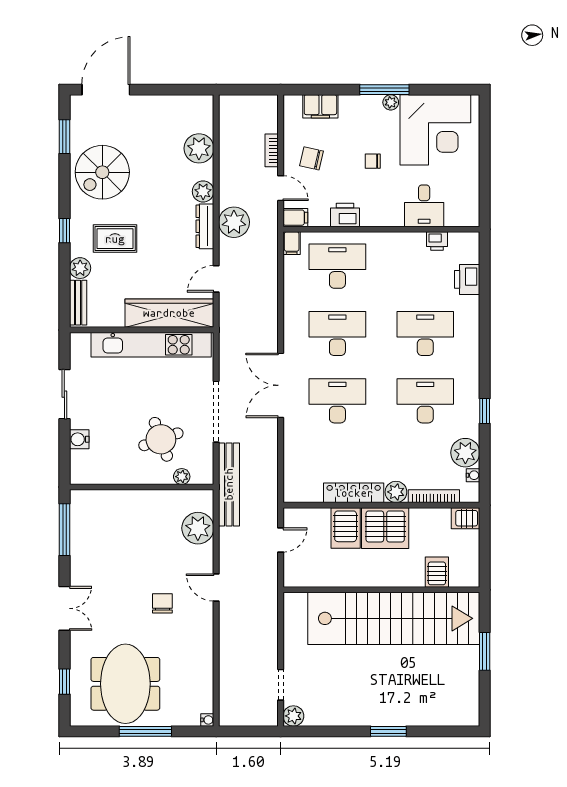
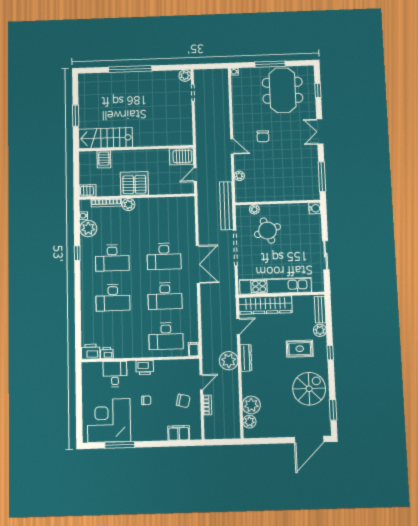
window: (384, 90) -> (120, 445), moved
plant: (391, 102) -> (136, 437), removed
door: (281, 188) -> (201, 382), swing flipped
plant: (203, 191) -> (249, 422), moved
printer: (345, 215) -> (145, 368), moved
filing cabinet: (295, 218) -> (192, 365), removed
printer: (467, 279) -> (91, 352), moved, turned -90
water cooler: (79, 439) -> (315, 208), moved
locker: (354, 493) -> (153, 203), removed
plant: (198, 528) -> (239, 176), width x0.53, depth x0.53
server rack: (346, 528) -> (181, 156), moved, turned -90
stairs: (394, 618) -> (105, 138), width x0.54, depth x0.66
window: (388, 731) -> (130, 69), width x2.11

